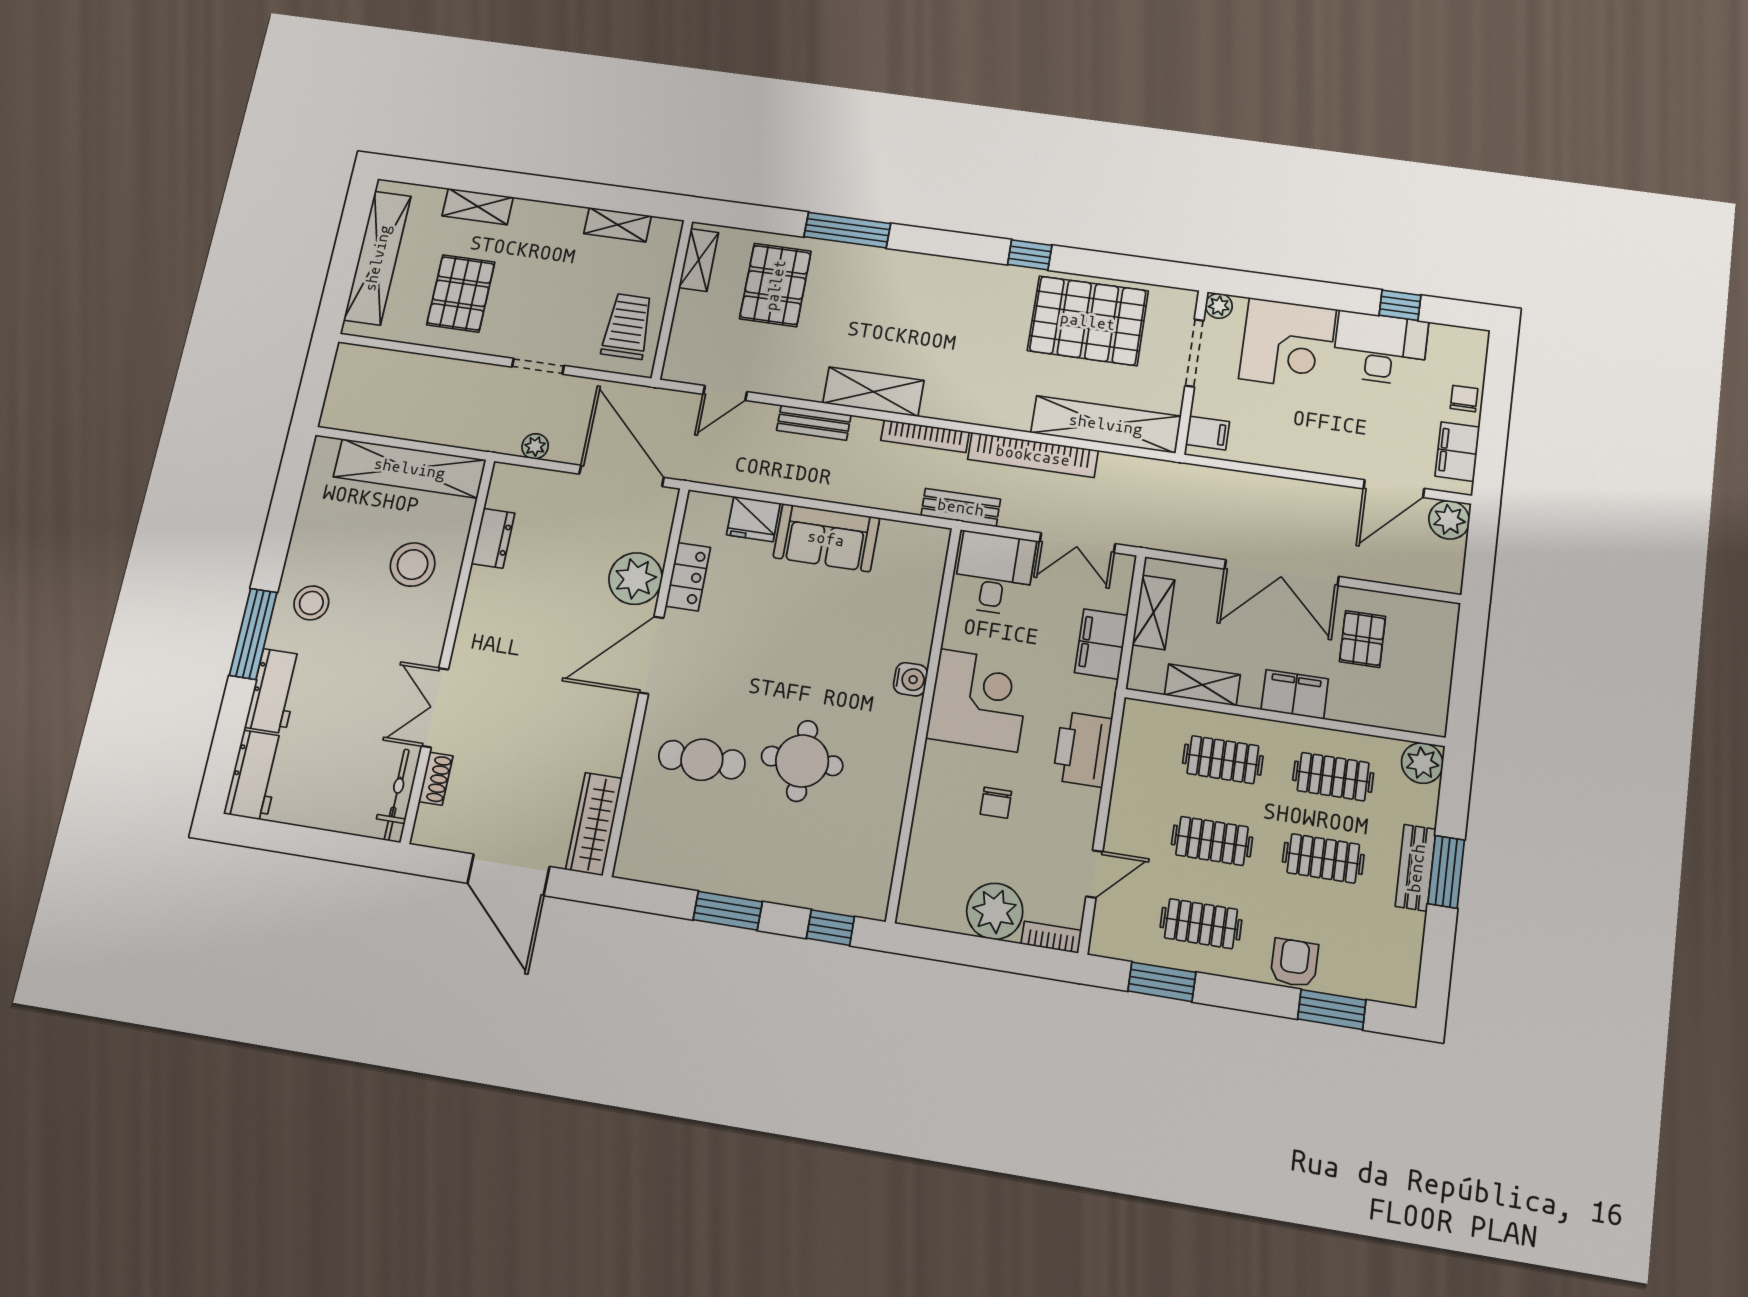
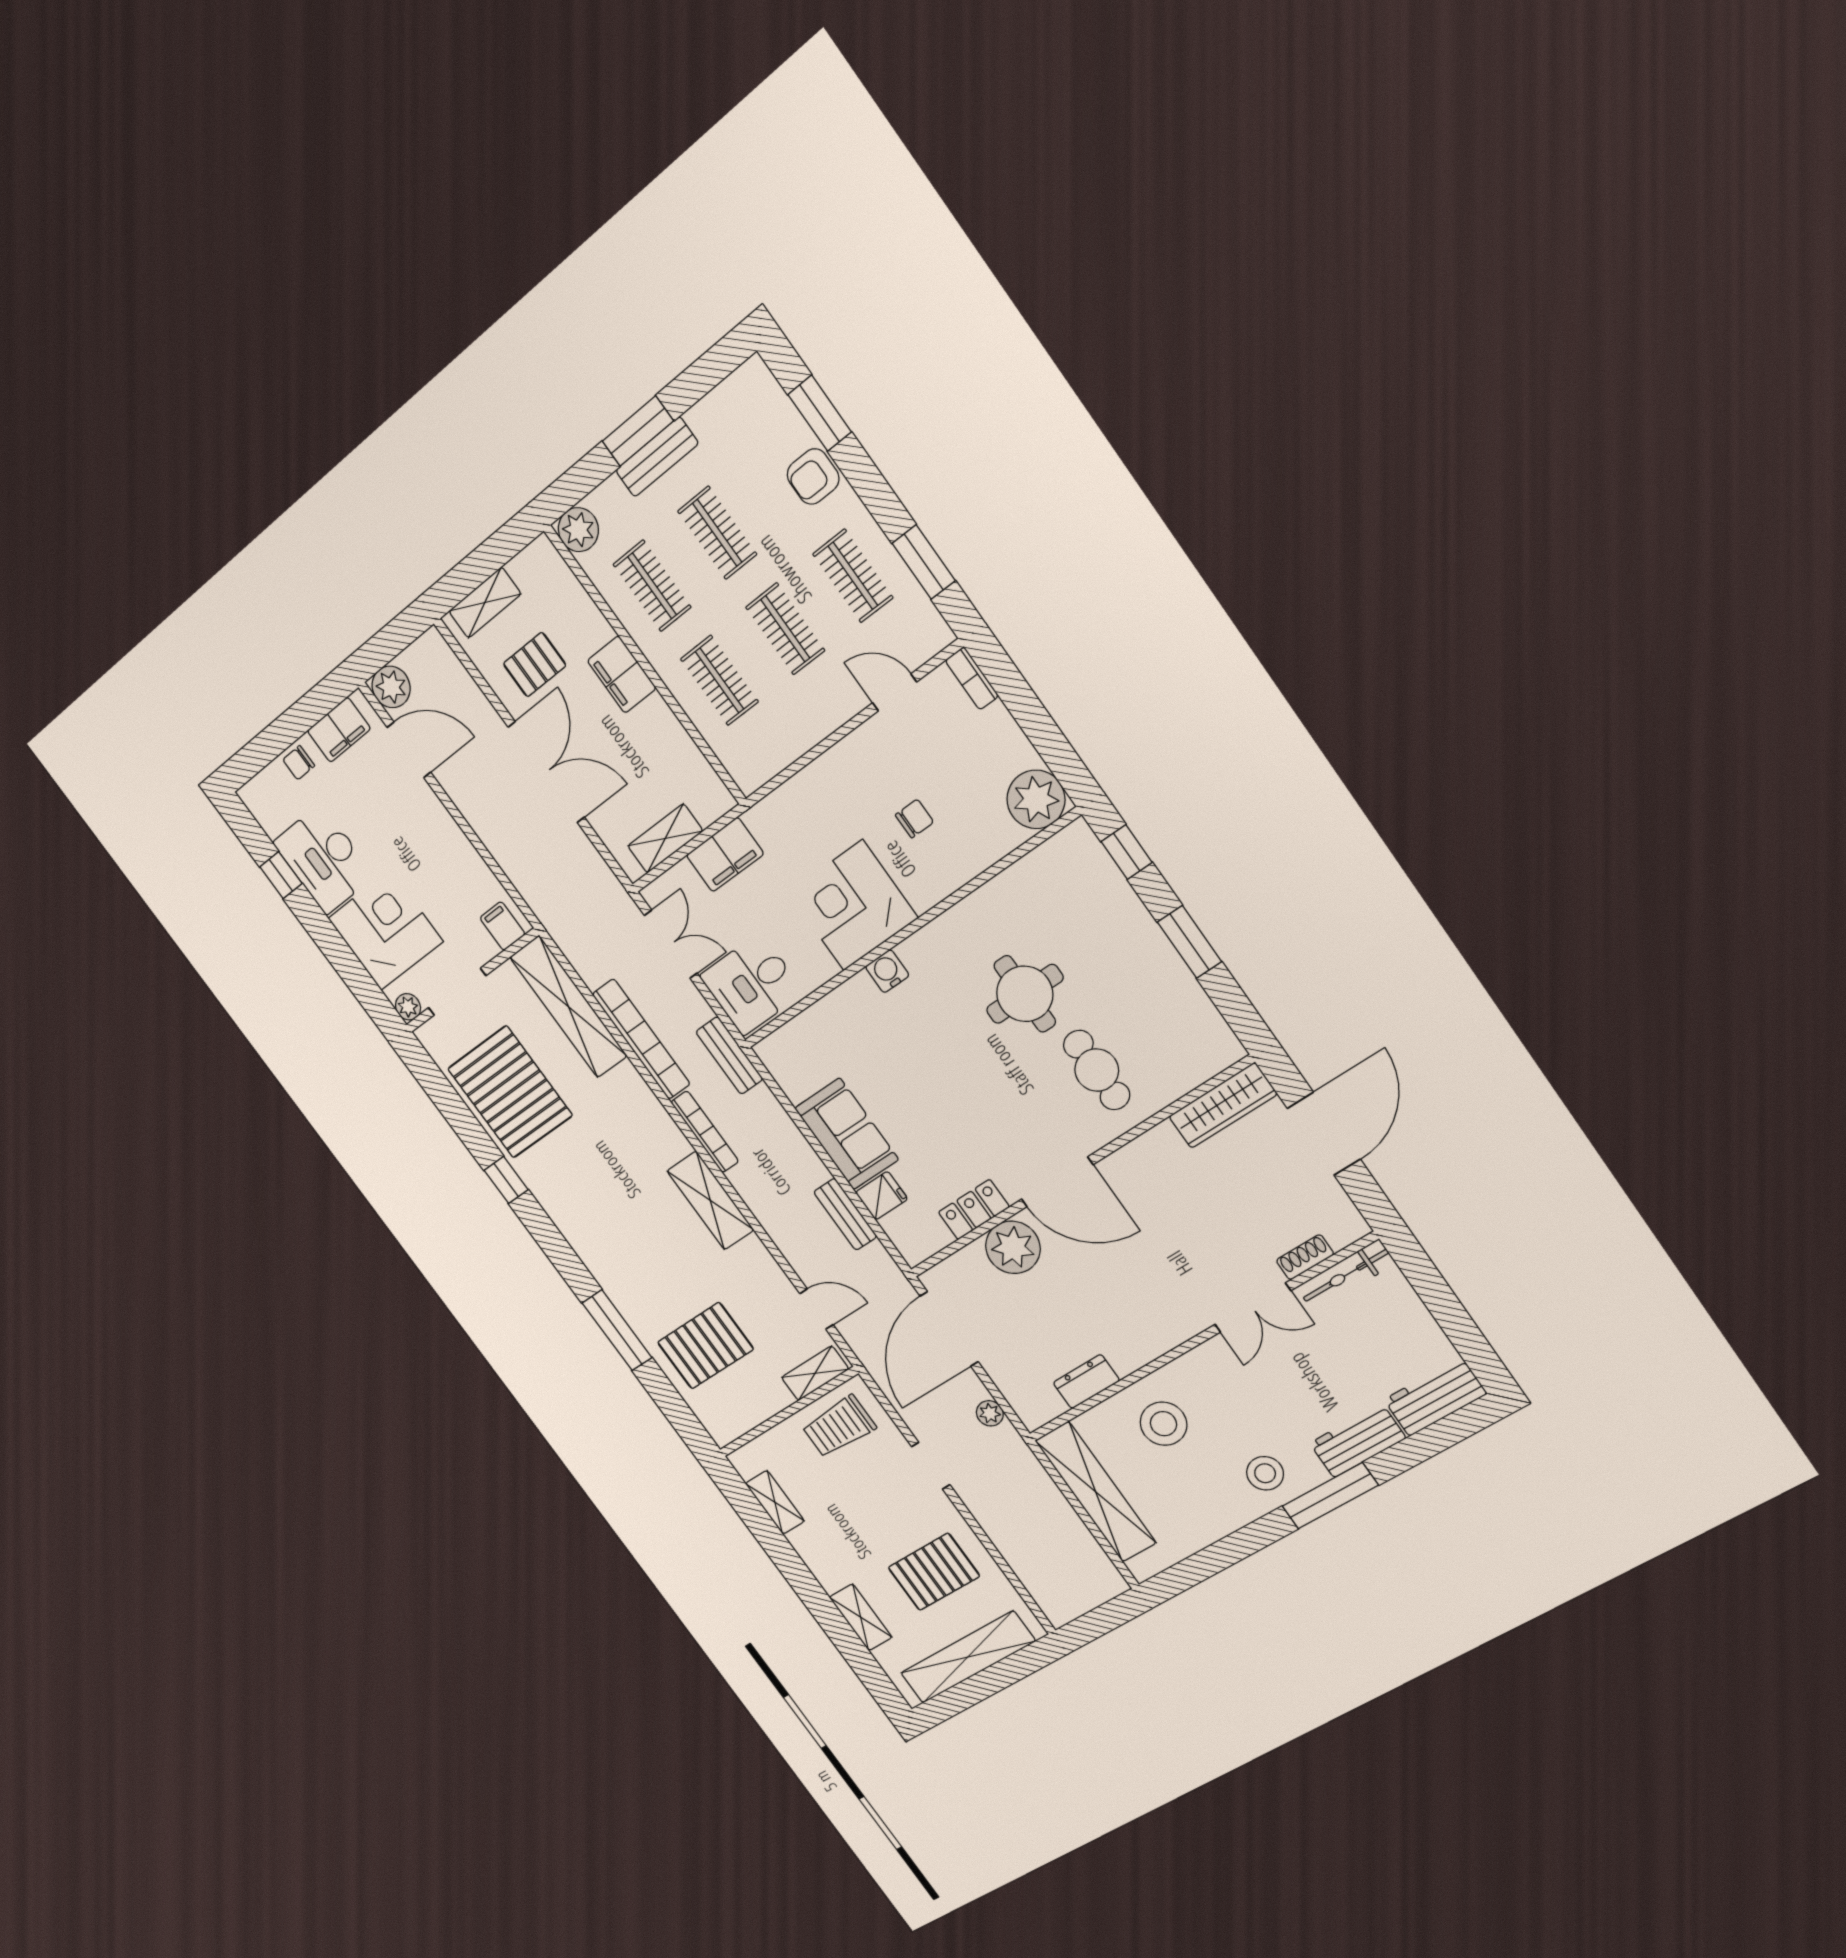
shelving: (699, 260) -> (815, 1373), moved
bench: (814, 423) -> (845, 1214), moved
fridge: (753, 519) -> (882, 1196), width x0.72
shelving: (1202, 685) -> (485, 603), moved, turned 90
printer: (1082, 749) -> (813, 793), removed
plant: (995, 911) -> (1036, 799), moved

